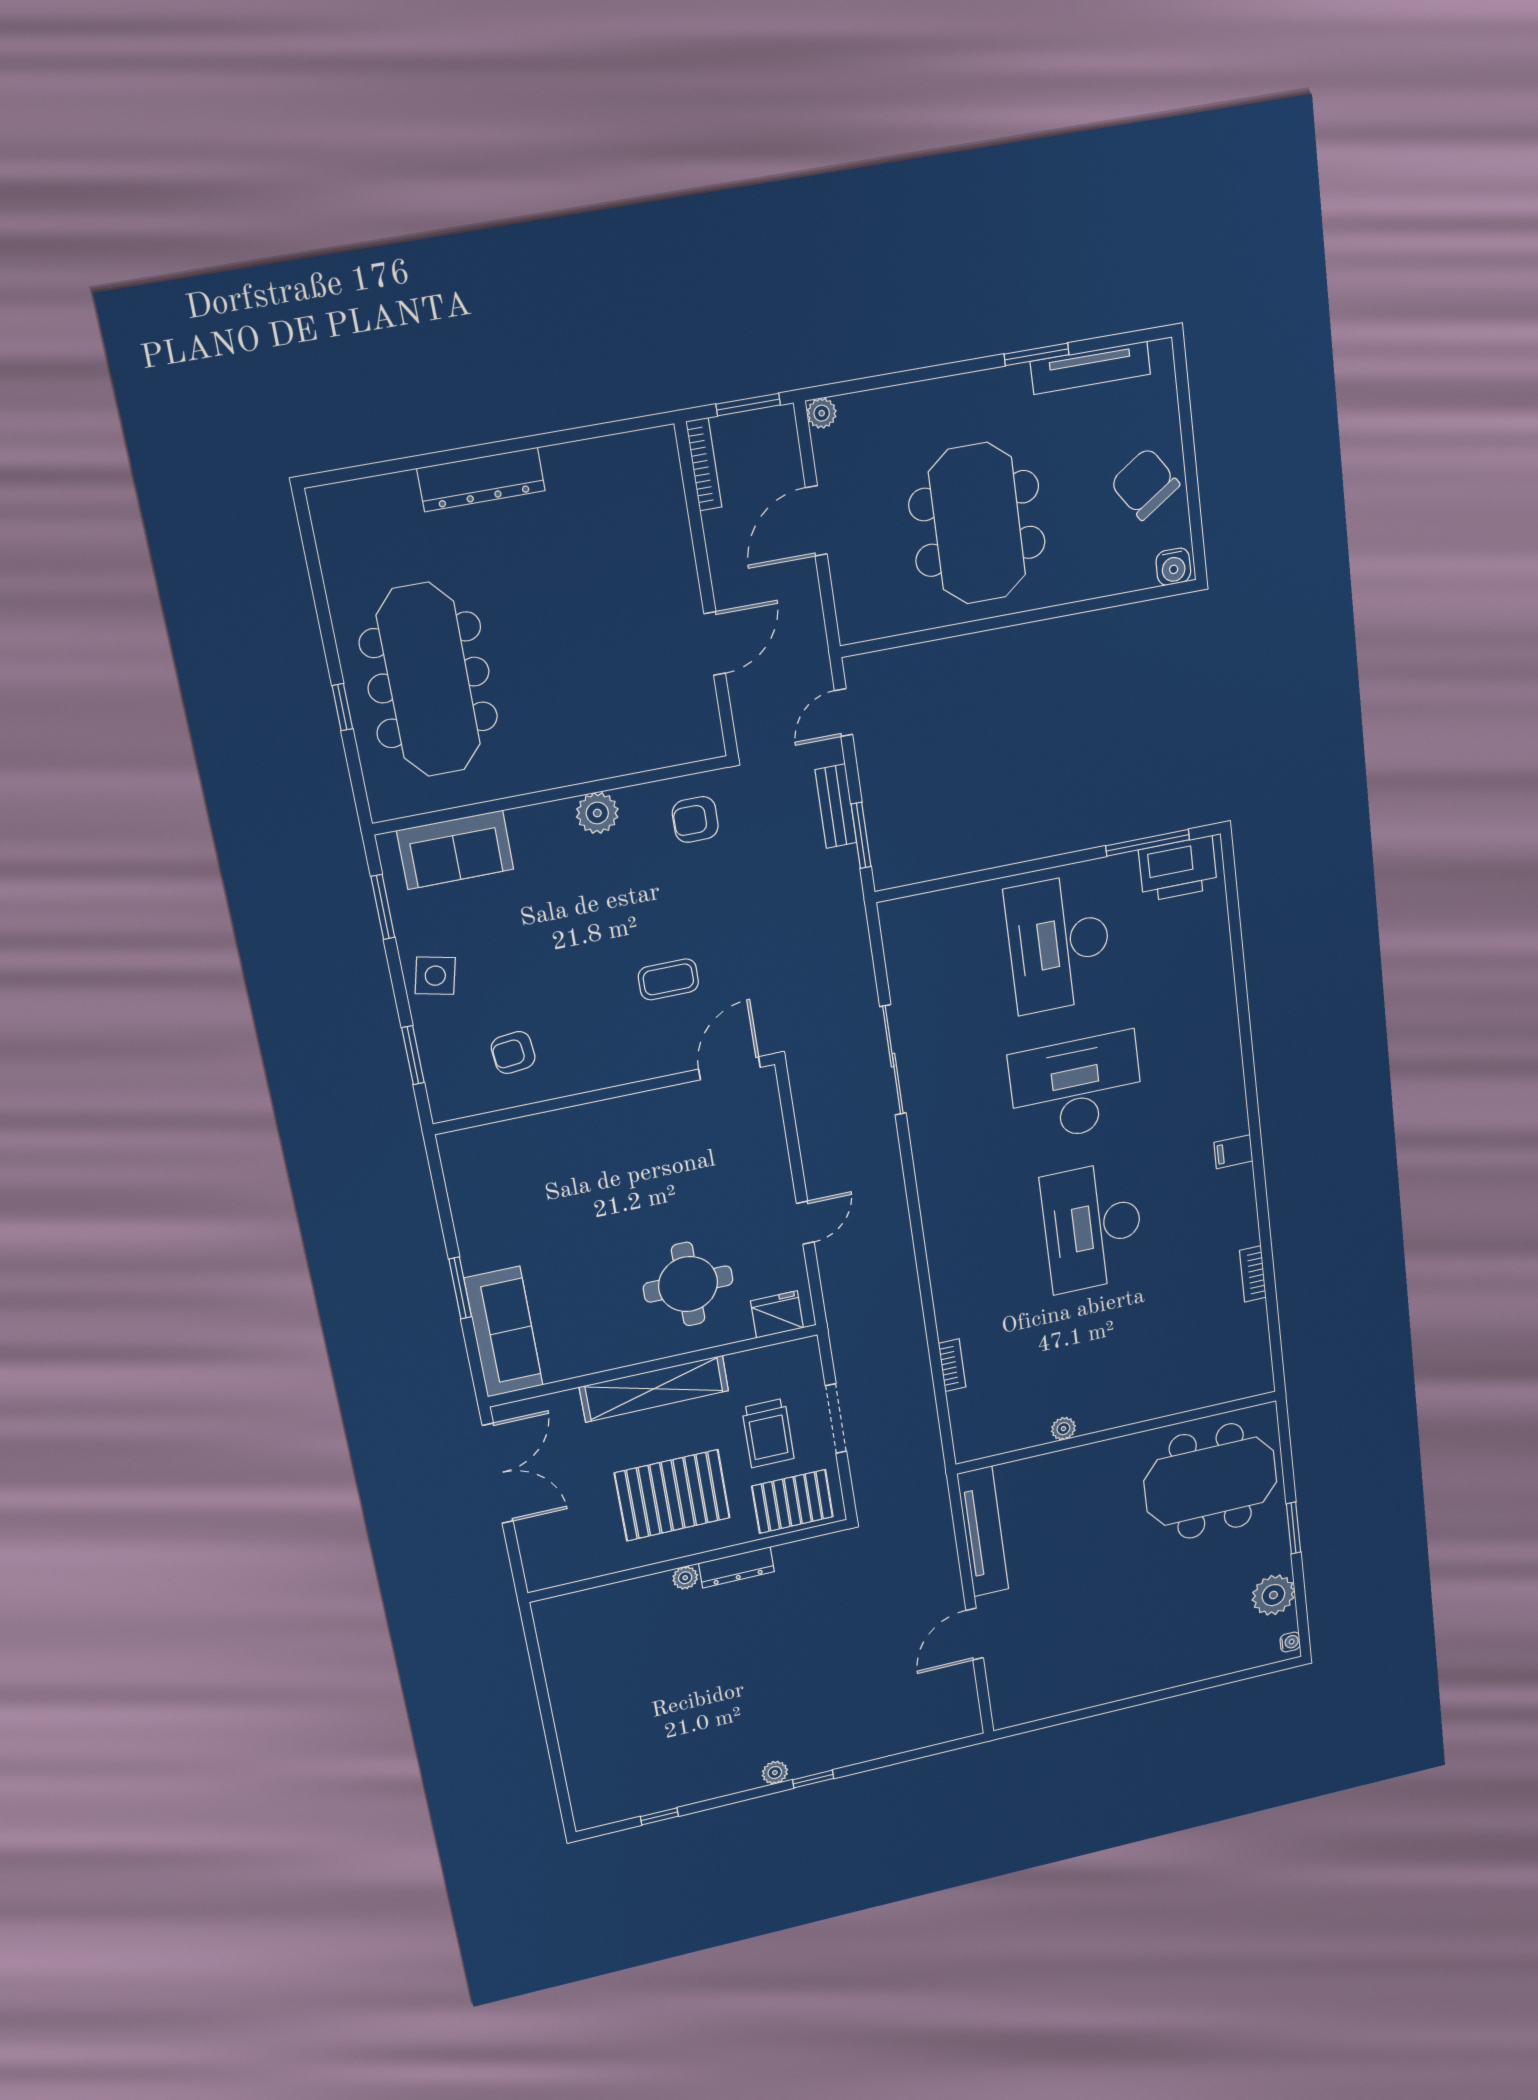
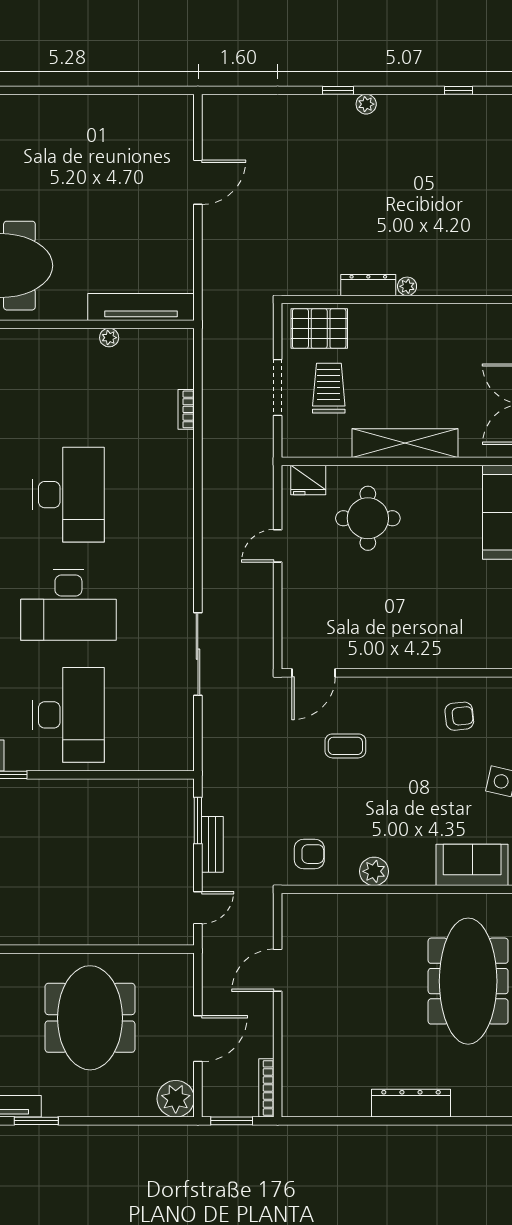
plant: (822, 413) -> (176, 1099), width x1.87, depth x1.87
pallet: (672, 1495) -> (406, 356), removed
tv unit: (983, 1532) -> (141, 307), moved, turned 90

